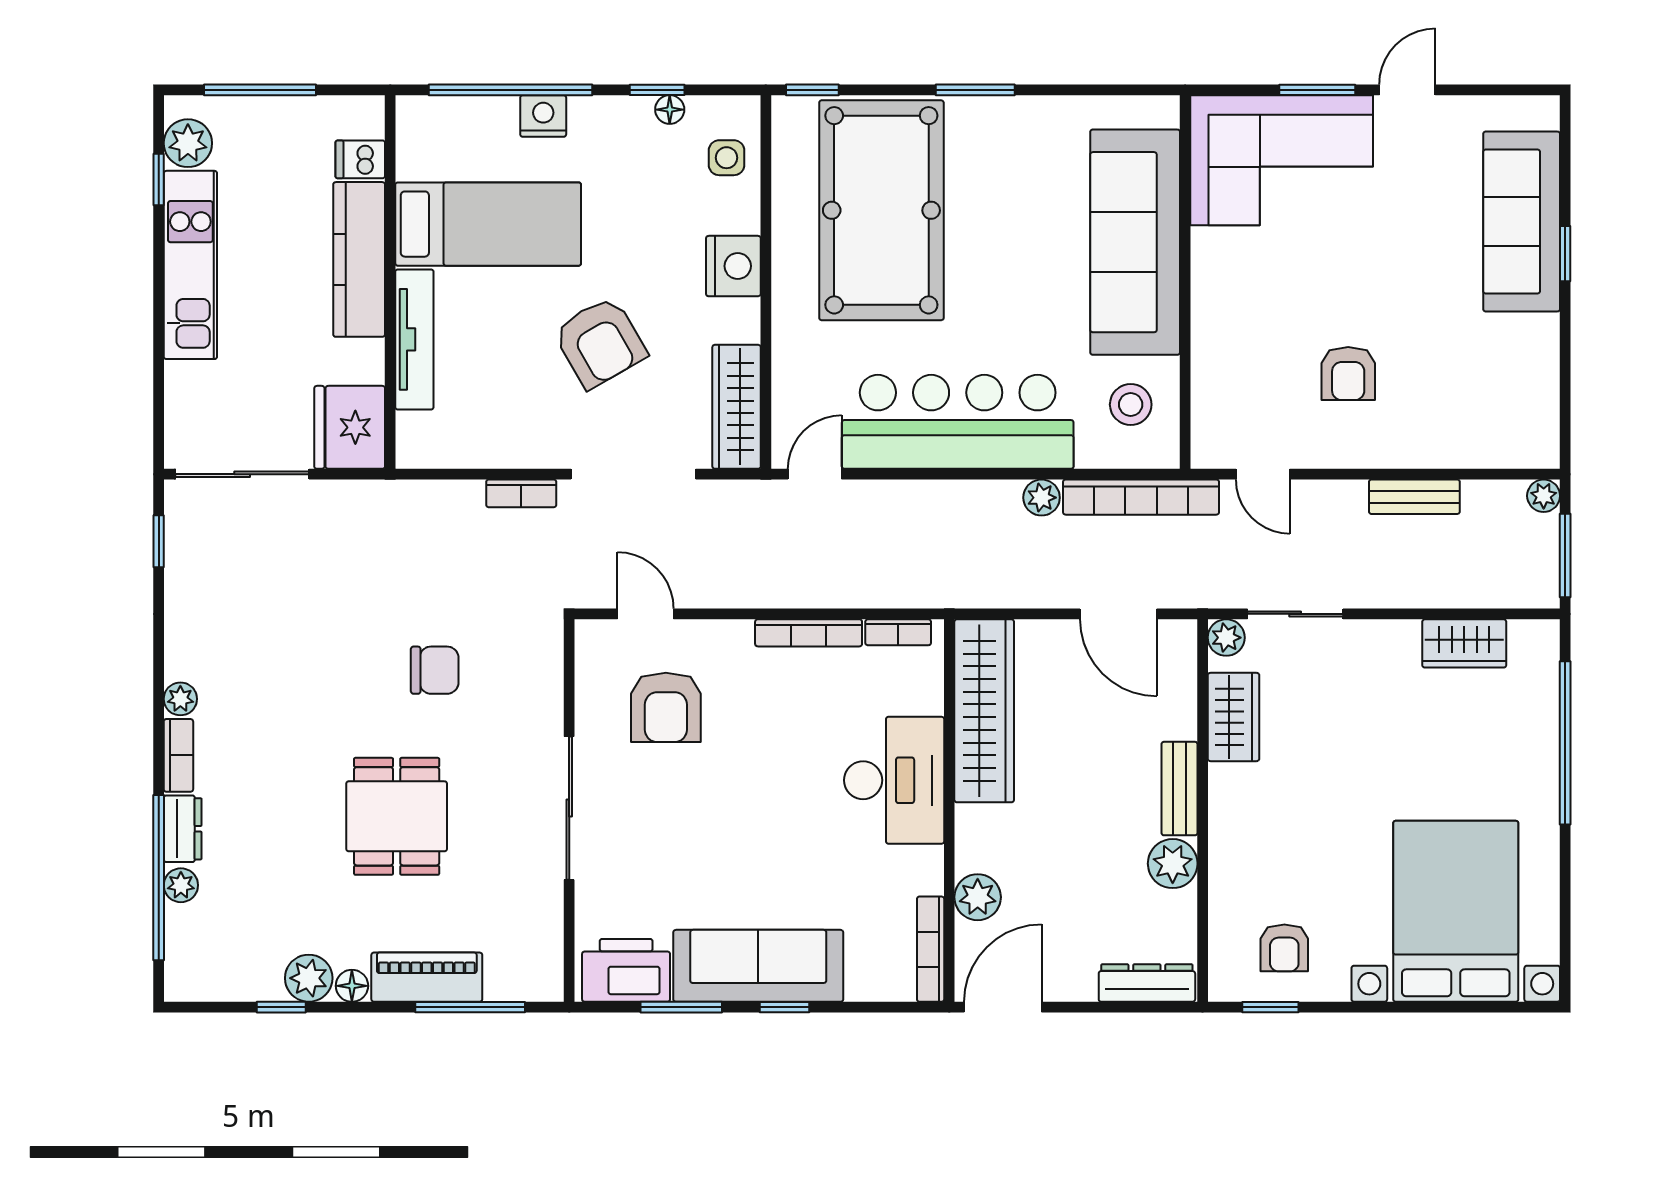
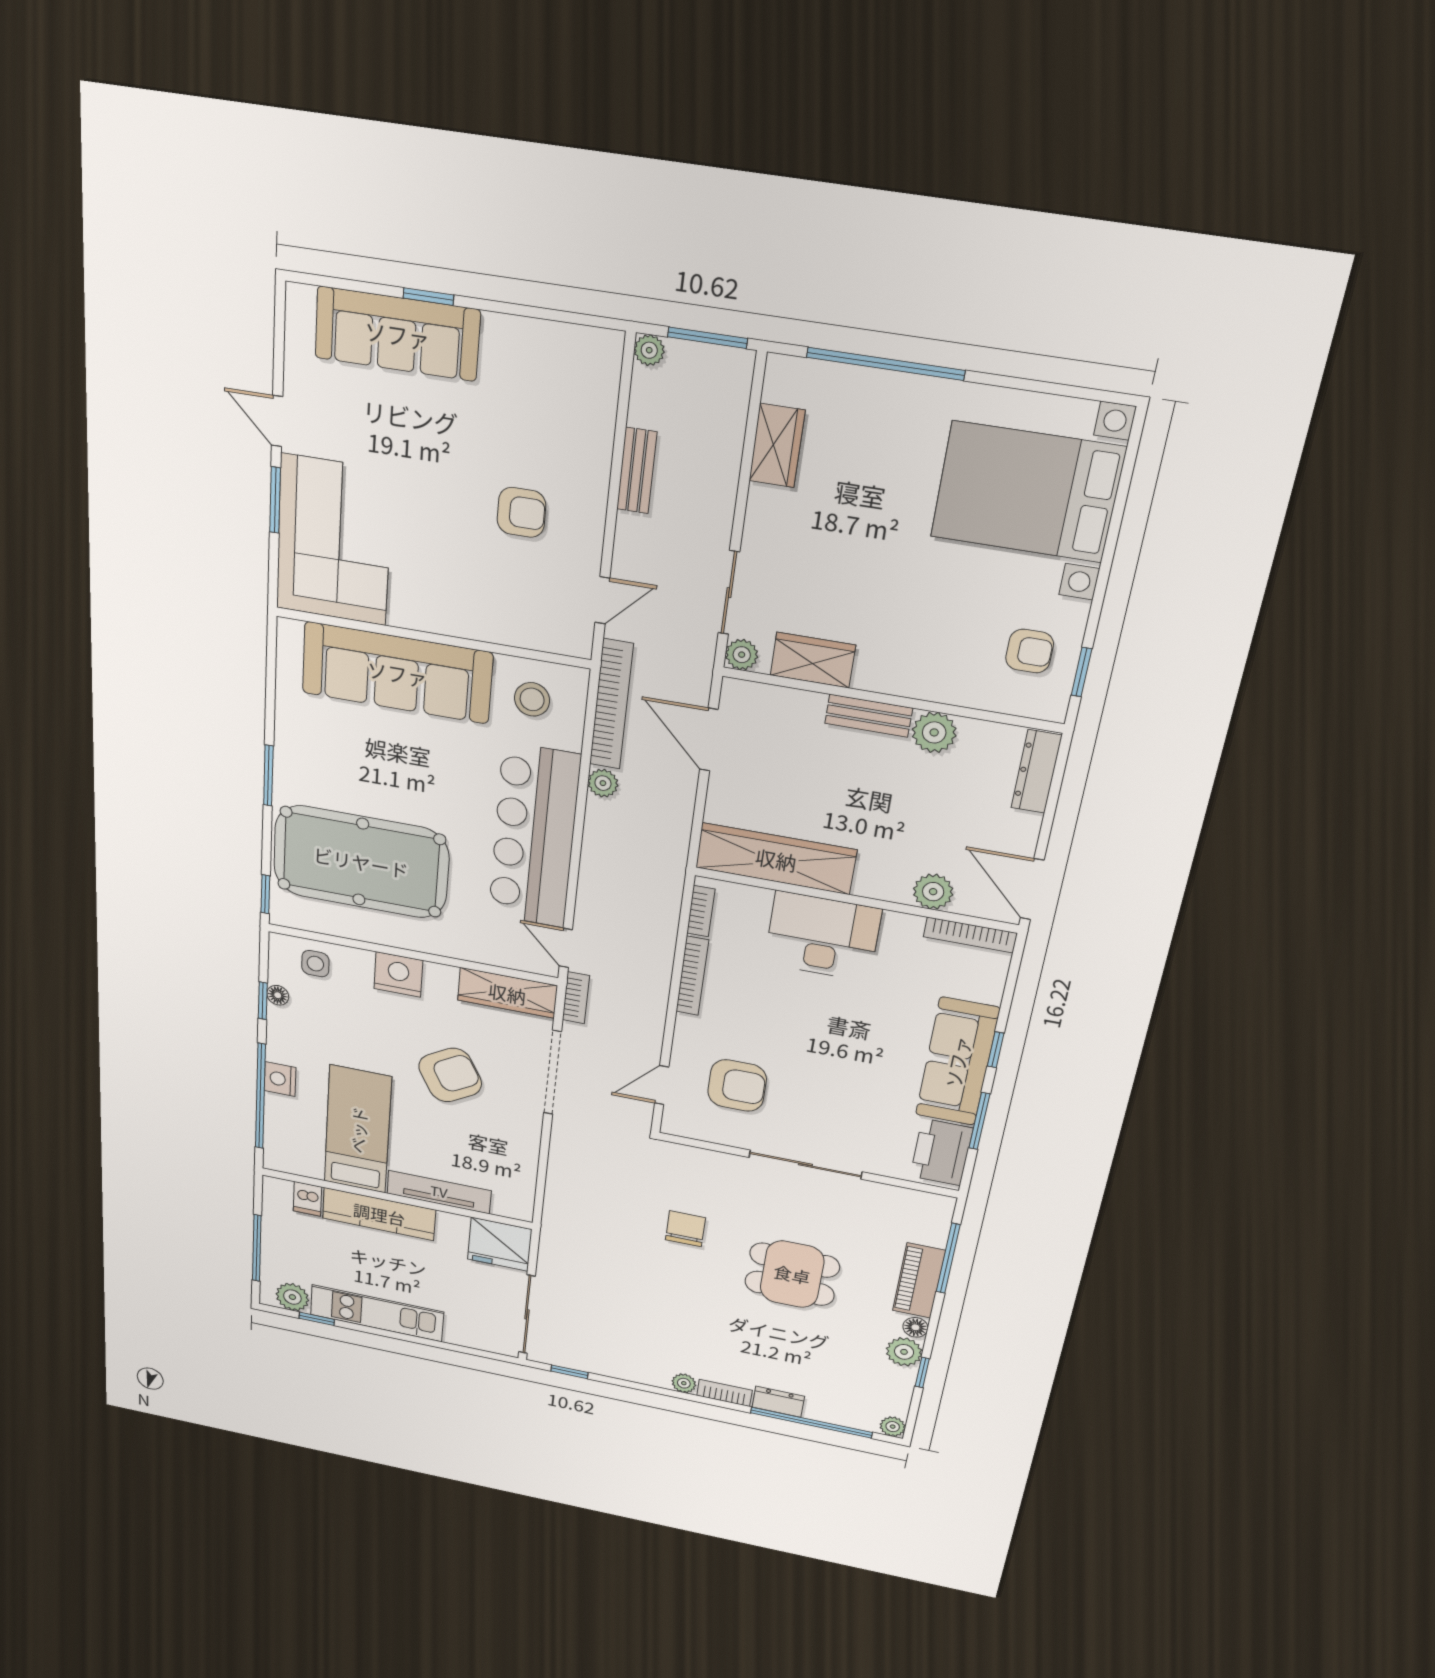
bookcase: (521, 493) -> (576, 998), moved
door: (1118, 614) -> (709, 740), swing flipped
plant: (181, 885) -> (893, 1427), moved

